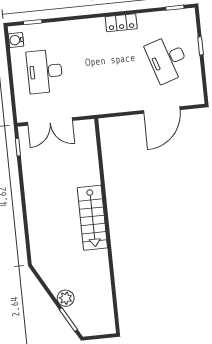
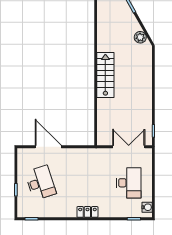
locker: (121, 23) -> (87, 212), moved
door: (162, 110) -> (48, 147), hinge flipped
plant: (66, 298) -> (140, 37), moved

